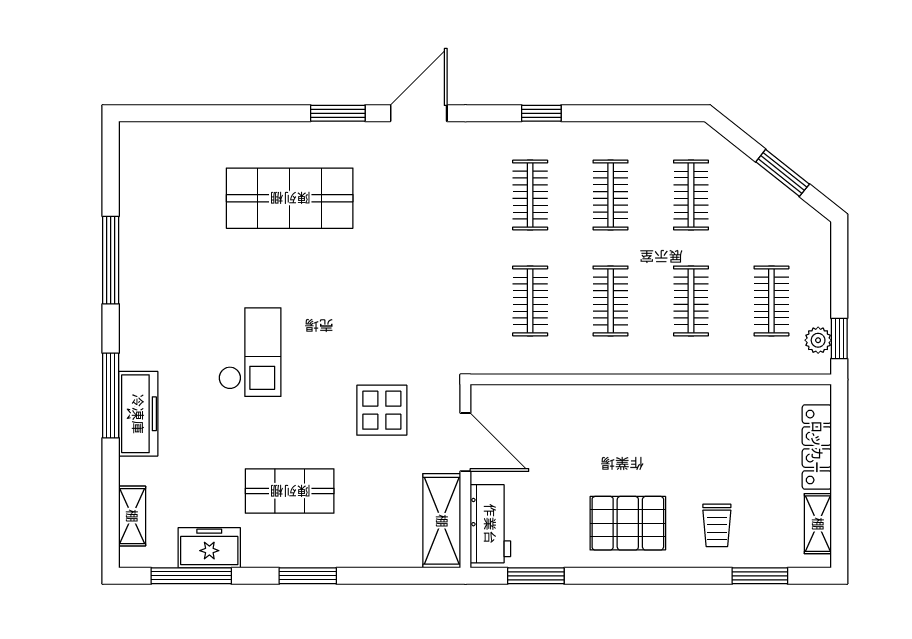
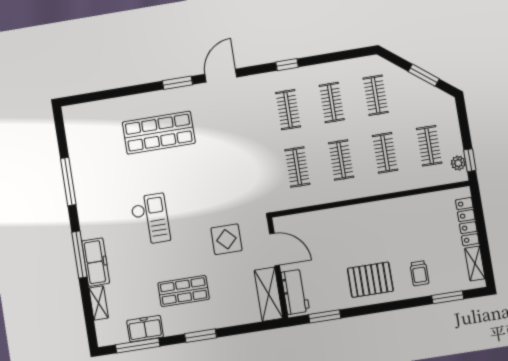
shelving: (132, 516) -> (99, 303), moved

